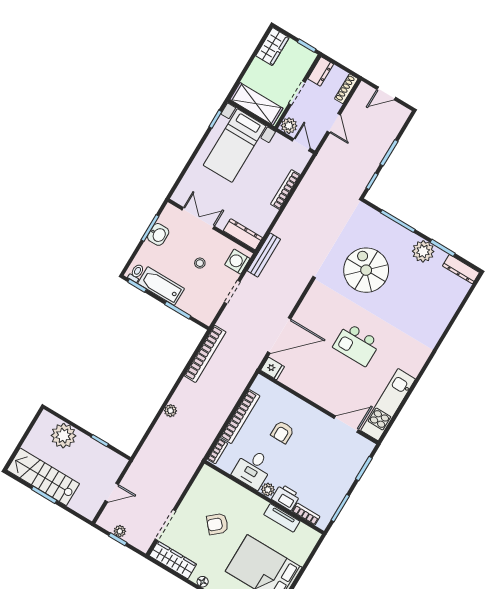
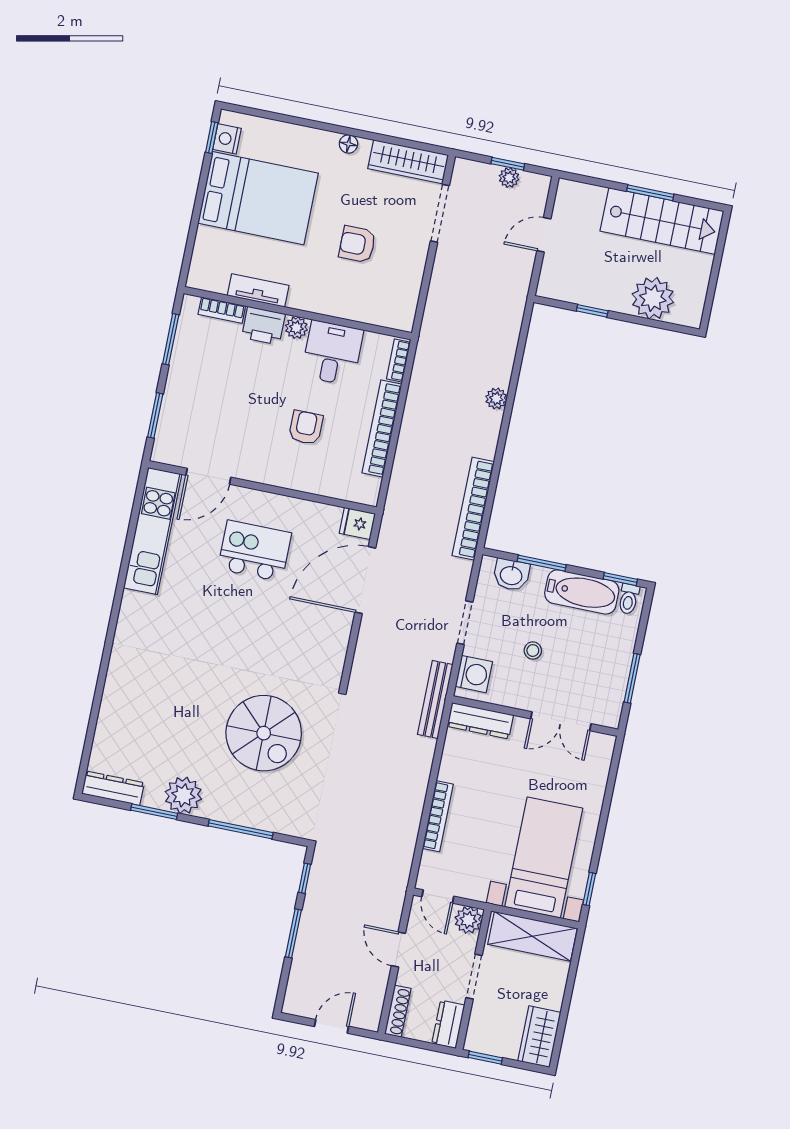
washbasin: (158, 234) -> (511, 575), moved, turned -90
kitchen island: (356, 345) -> (255, 551), moved
armchair: (217, 524) -> (357, 244), turned -139

